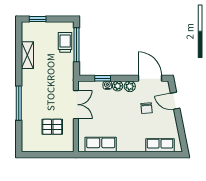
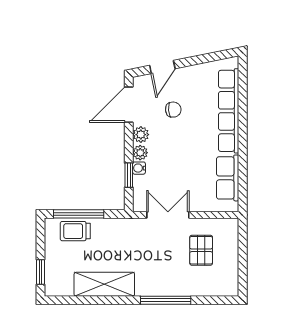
shelving: (27, 55) -> (104, 284), width x1.50, depth x1.33
row of seats: (160, 145) -> (229, 111), width x2.02

